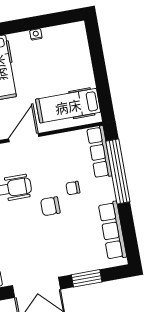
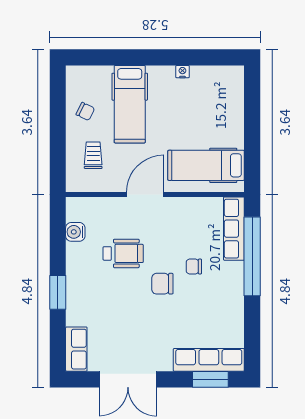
row of seats: (113, 231) -> (209, 360), moved, turned 90
window: (87, 278) -> (210, 379), moved

